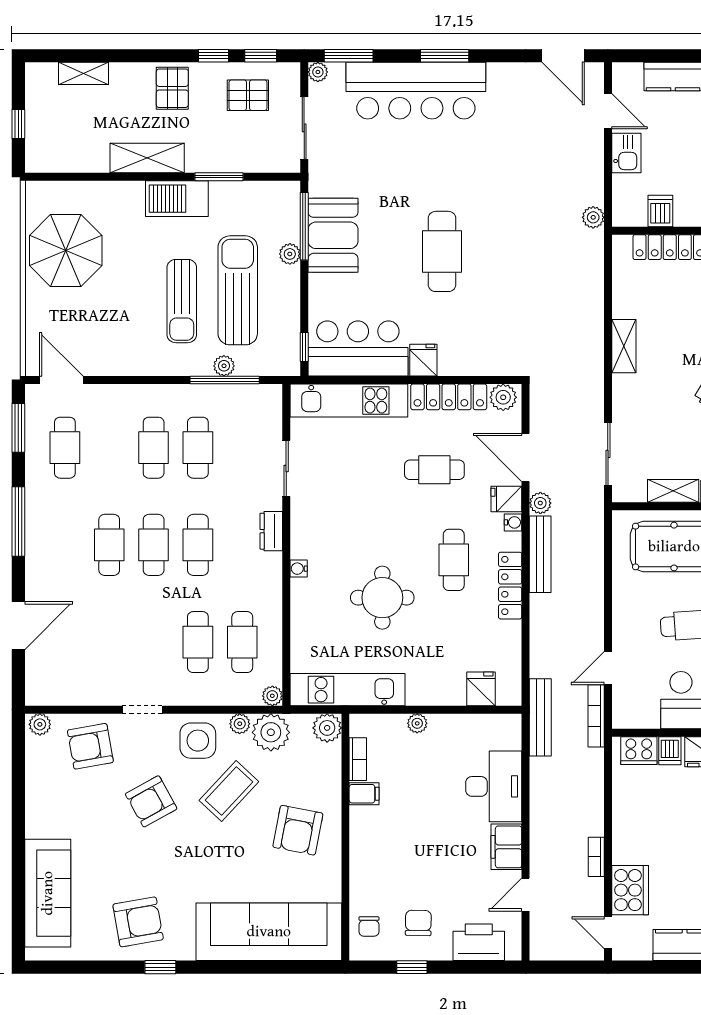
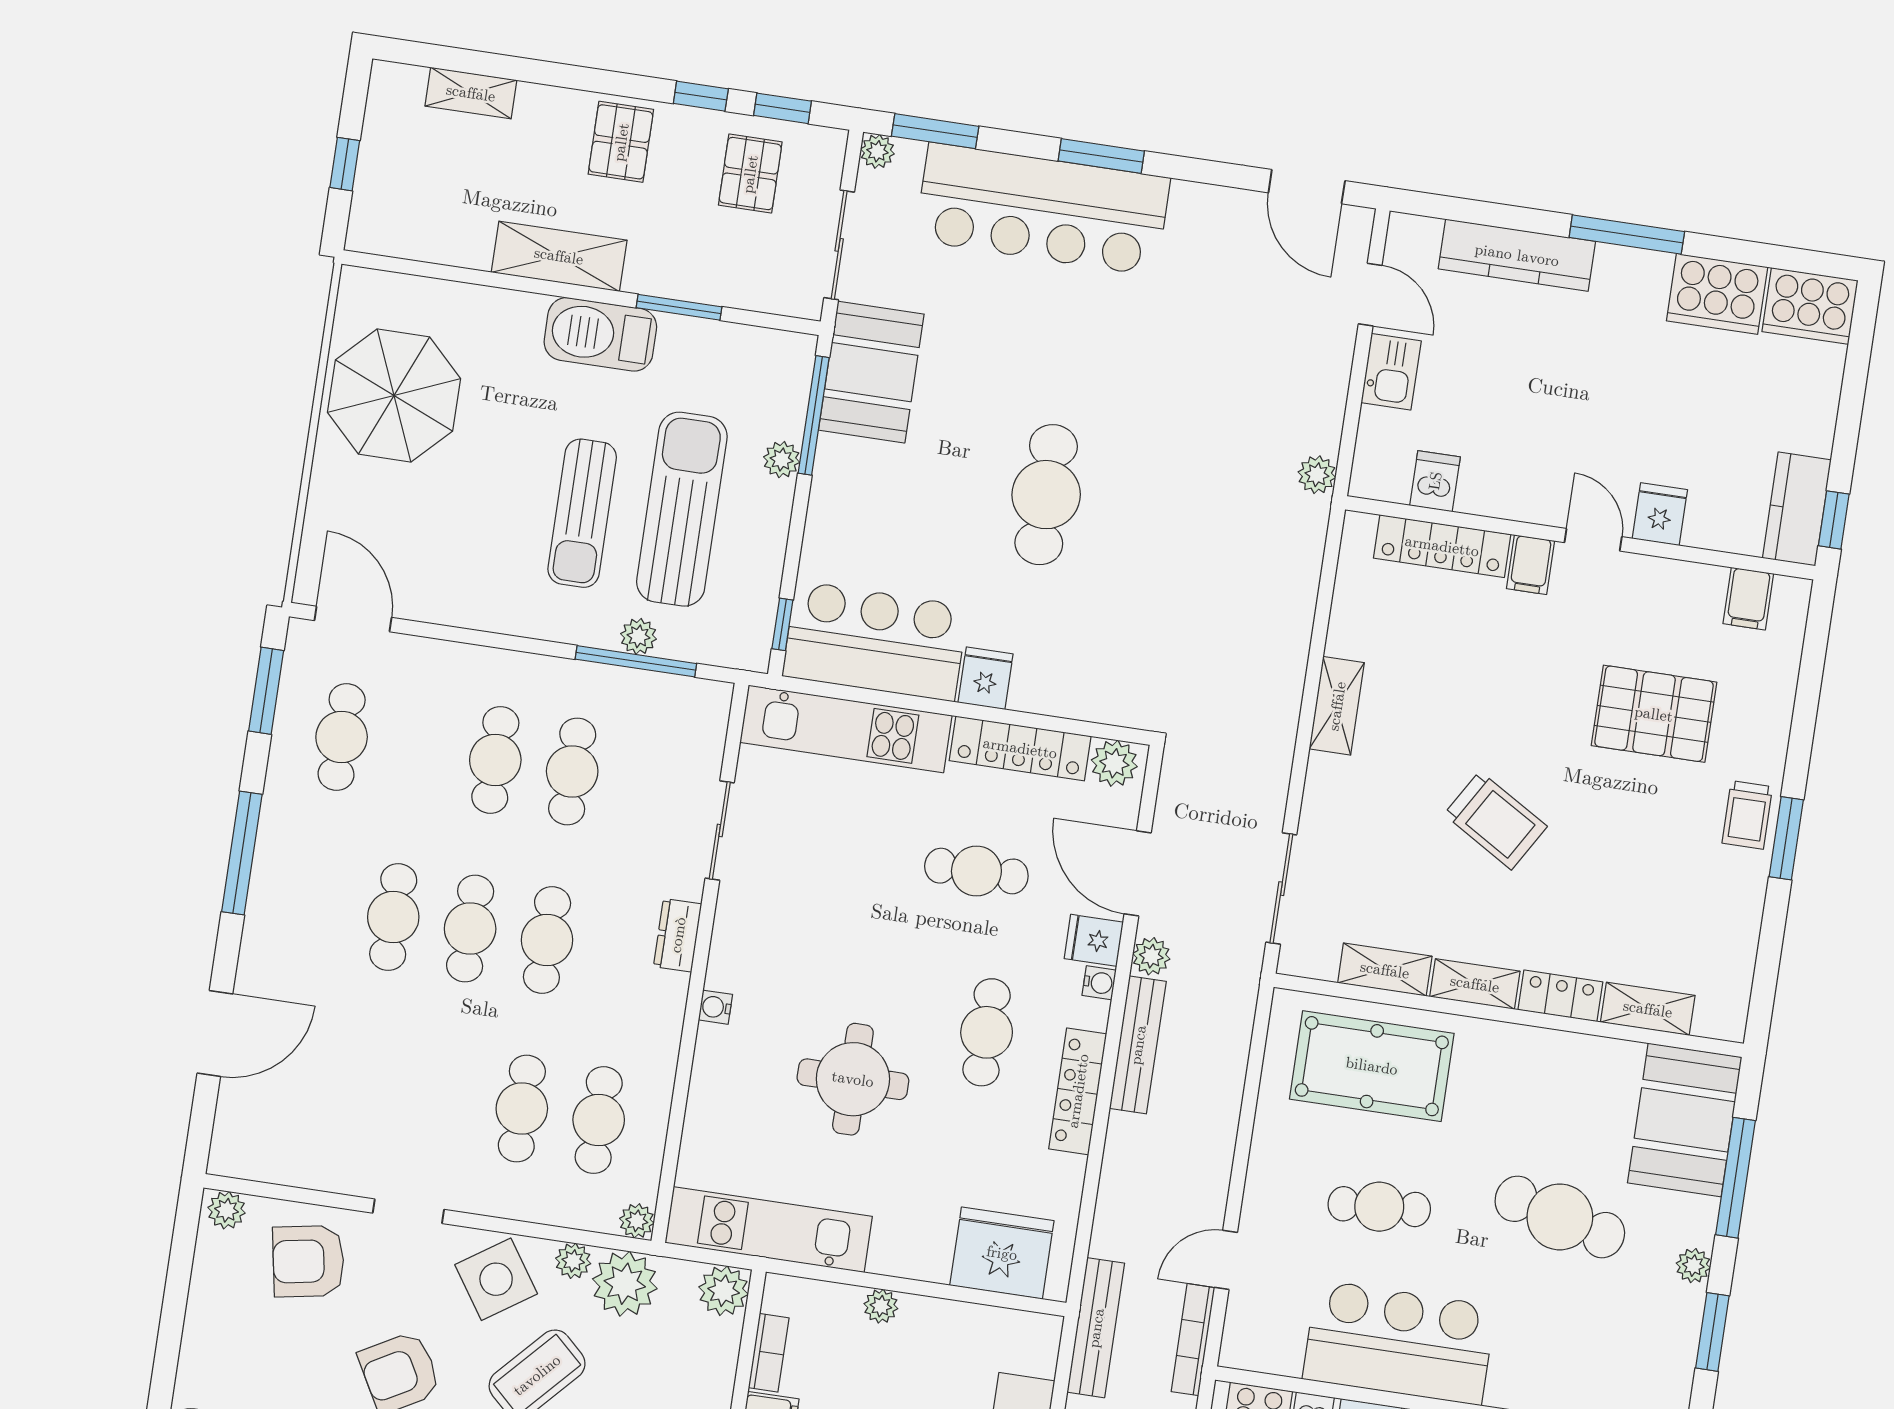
pallet: (248, 95) -> (750, 174), turned 90
booth: (333, 235) -> (871, 372), moved
fridge: (481, 689) -> (1002, 1253), width x1.88, depth x1.34
side table: (198, 741) -> (496, 1279), turned -34

